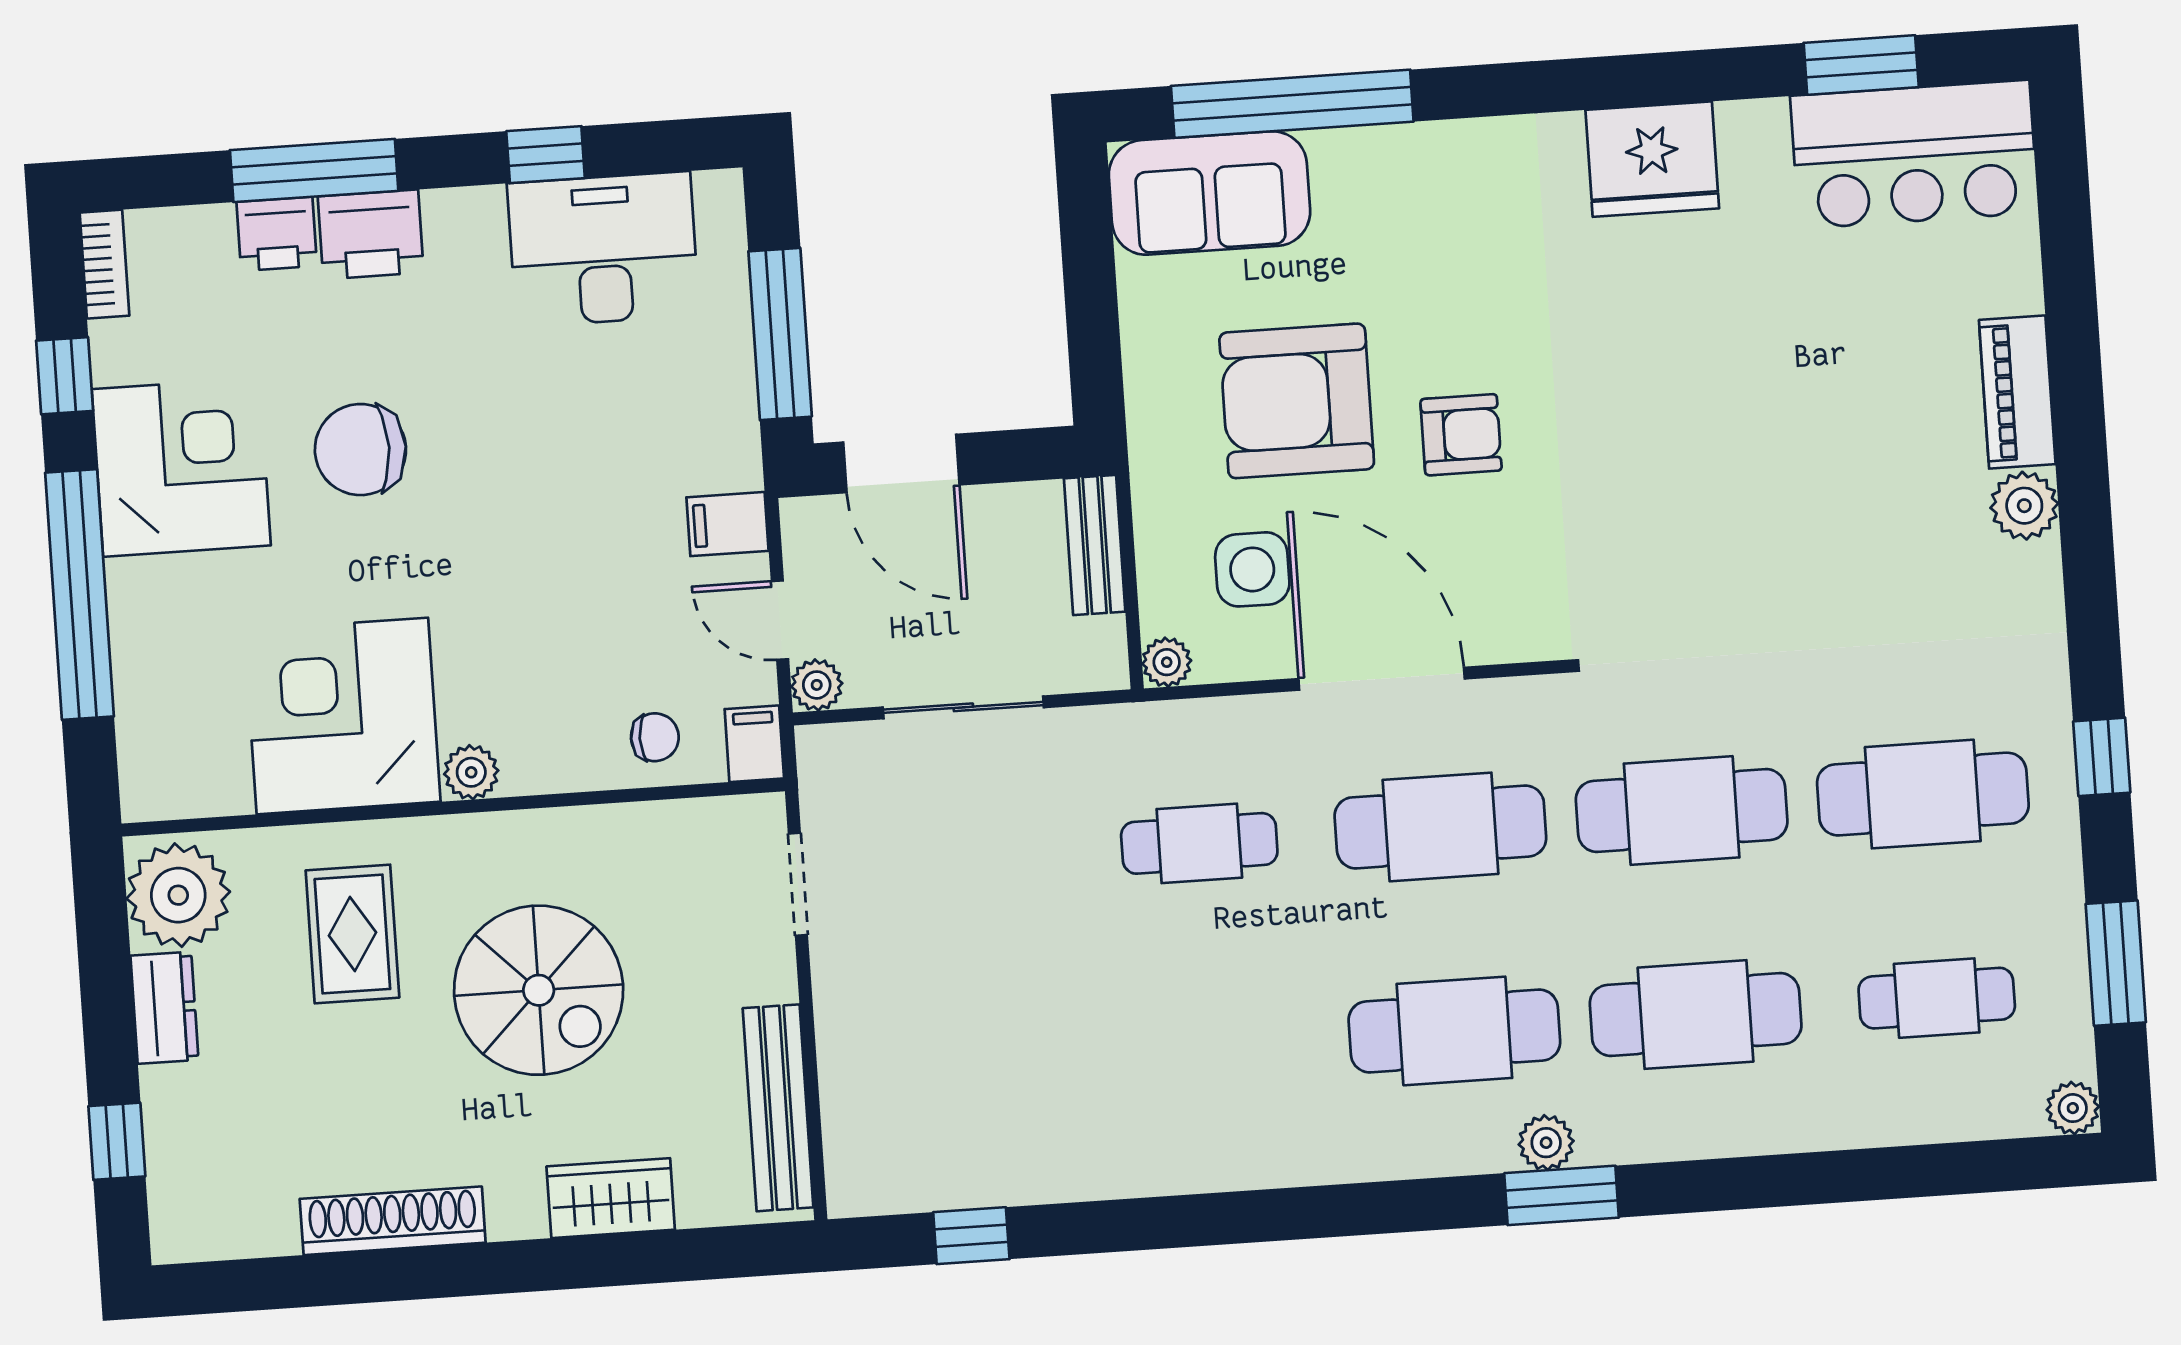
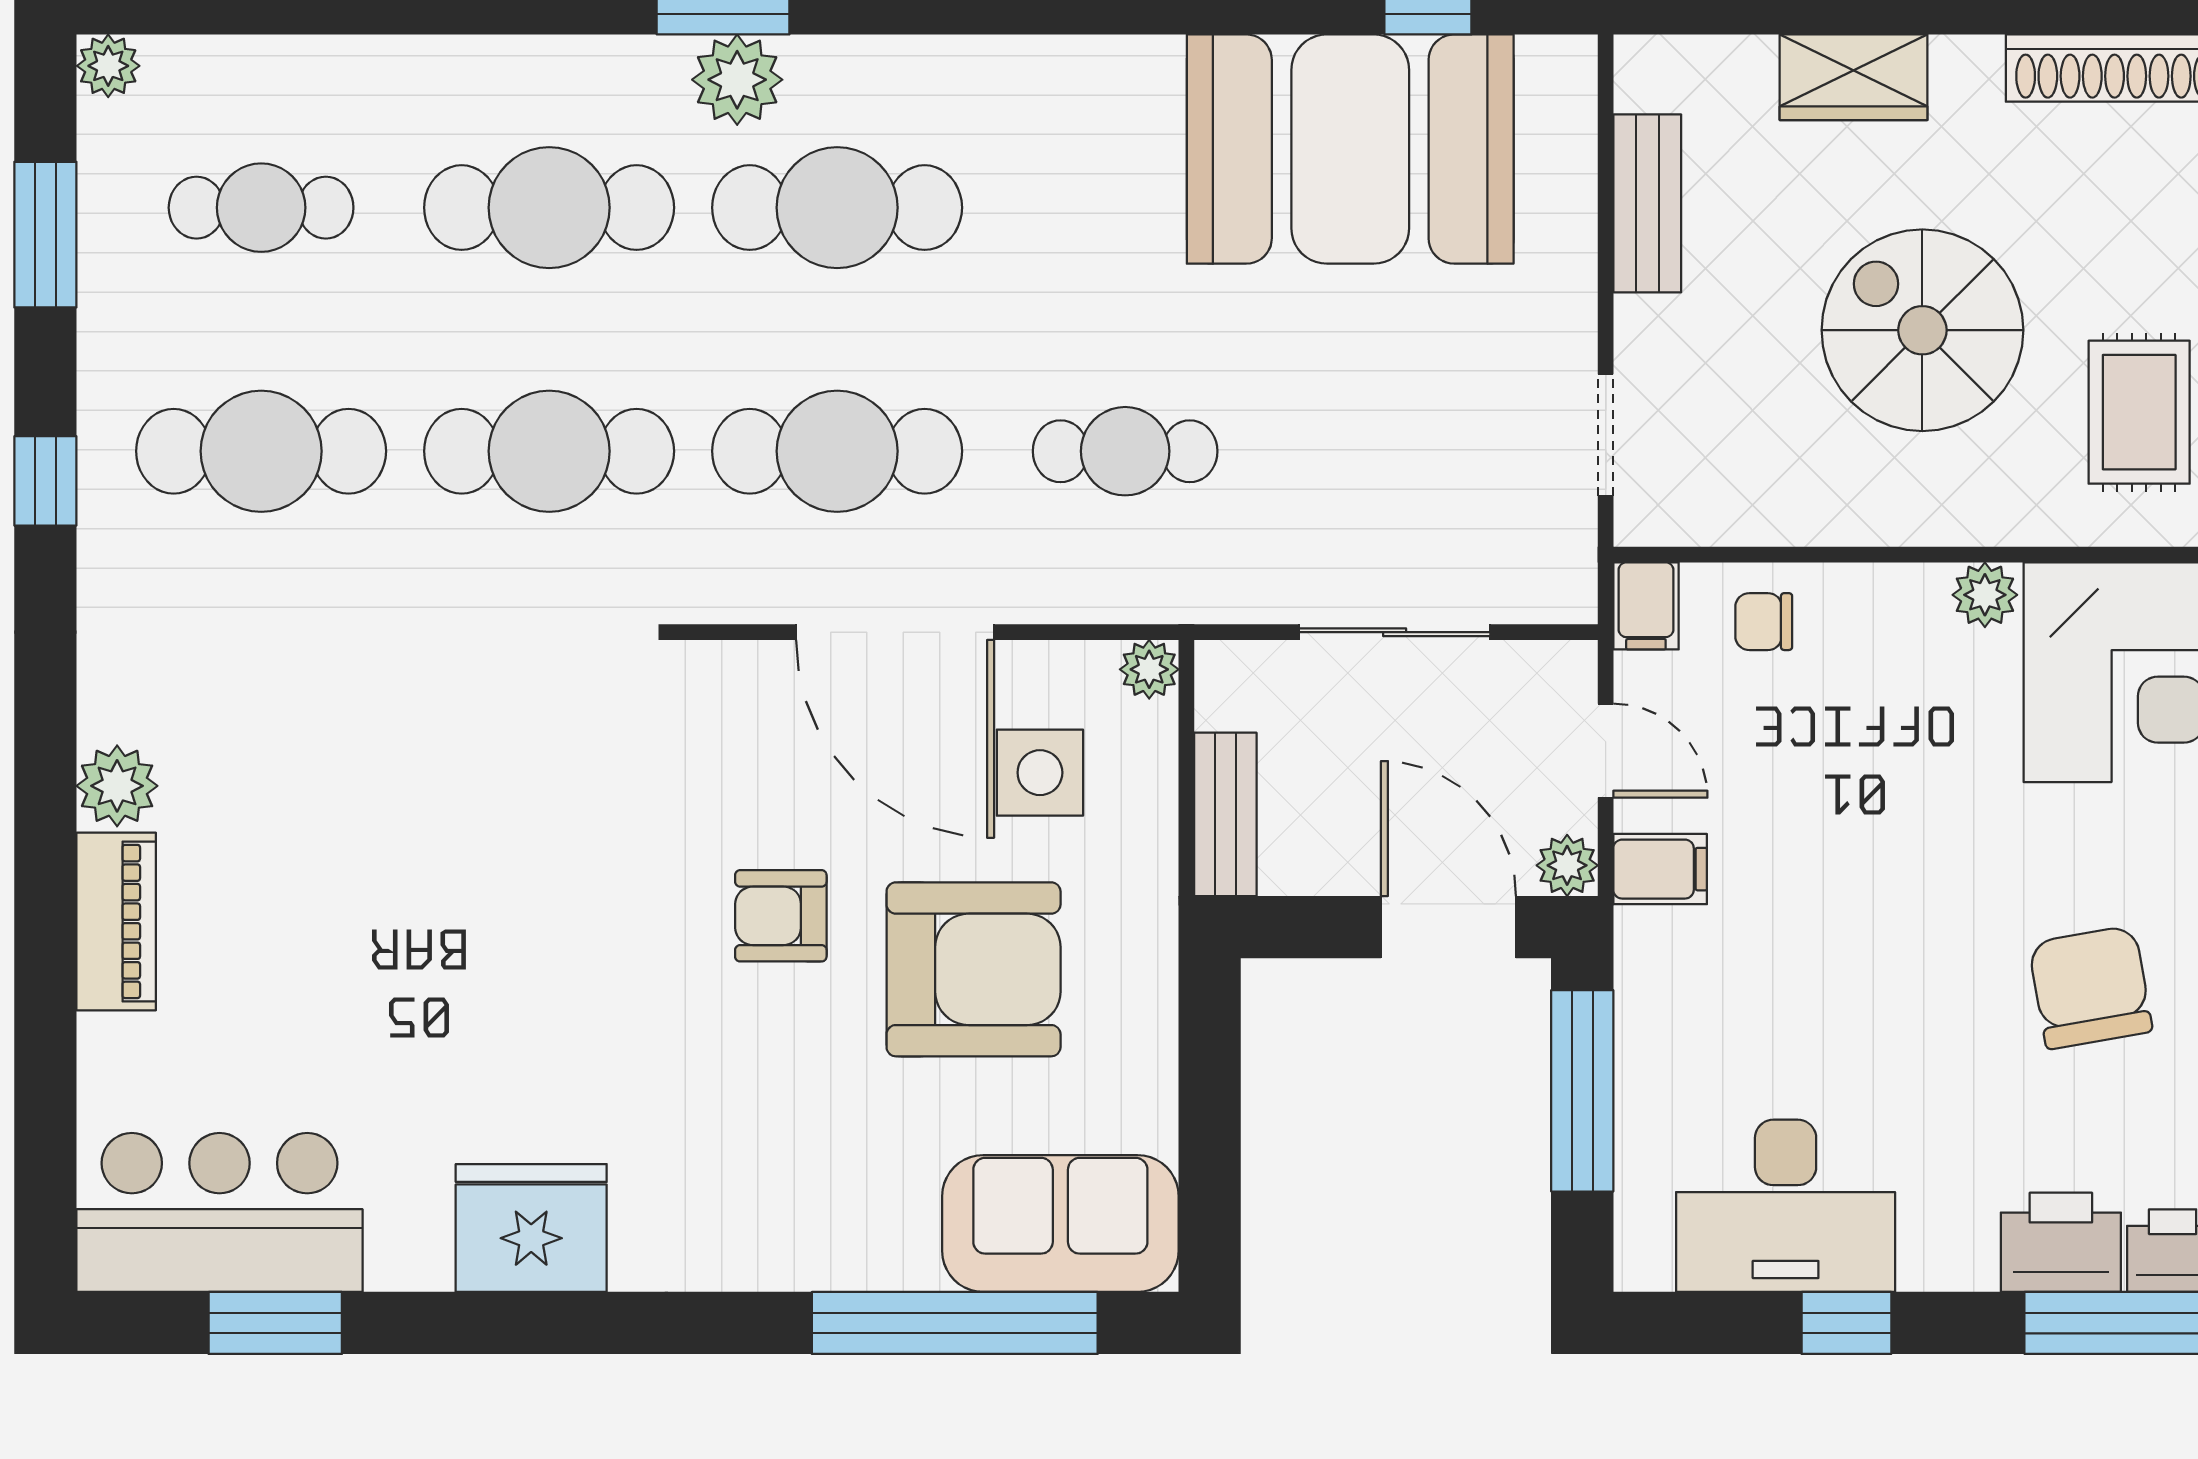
chair: (360, 450) -> (2090, 987), turned -100
plant: (817, 685) -> (1567, 865), moved
bench: (778, 1108) -> (1647, 203), width x0.73
booth: (1028, 1109) -> (1350, 149), added
plant: (1546, 1143) -> (737, 80), width x1.38, depth x1.38

